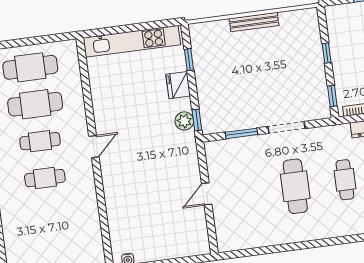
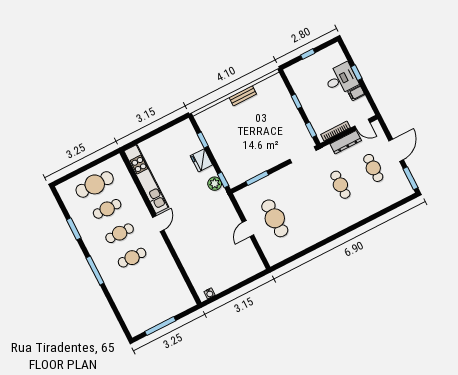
bench: (254, 22) -> (243, 96), width x0.73
kitchen unit: (132, 41) -> (146, 179), moved, turned -90
cafe table: (35, 104) -> (107, 209), width x0.73, depth x0.74
doorway: (287, 127) -> (303, 155), moved
cafe table: (295, 186) -> (275, 218), moved

